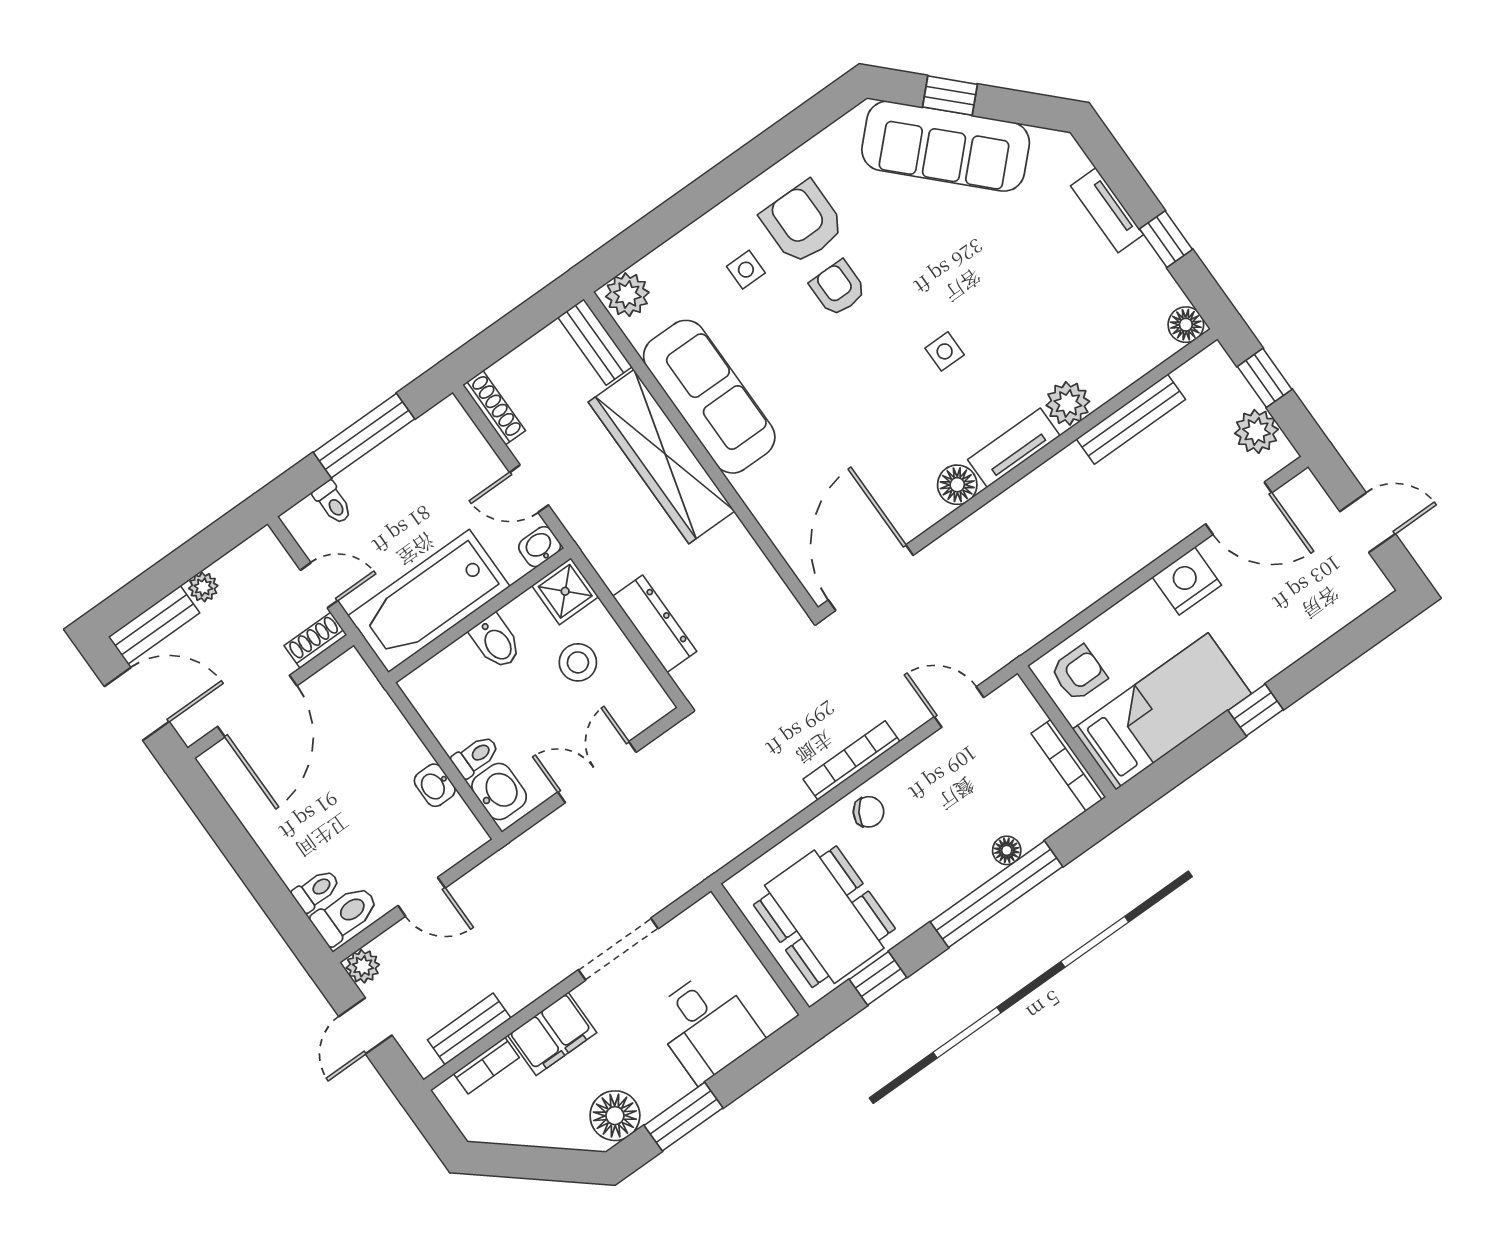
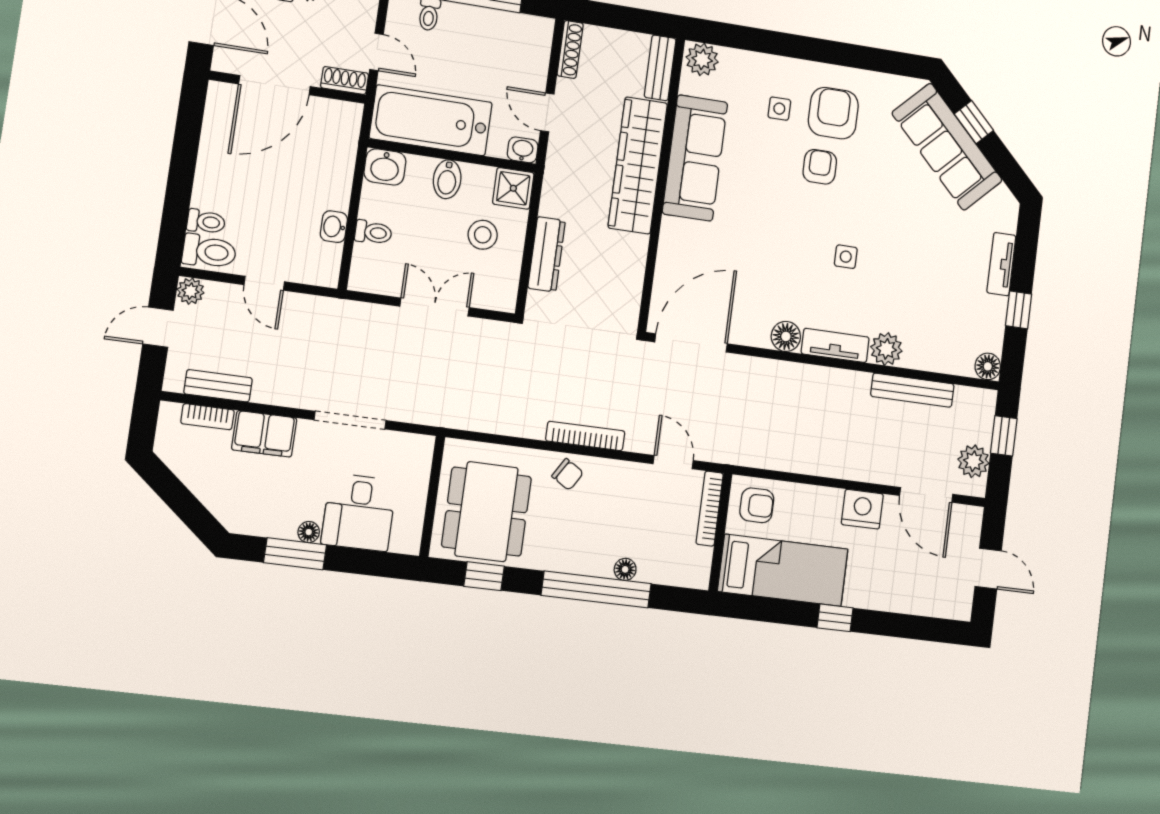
bookcase: (1069, 765) -> (710, 509), moved
washbasin: (499, 792) -> (385, 167), moved, turned 90
floor lamp: (615, 1116) -> (309, 532), moved, width x0.53, depth x0.53

